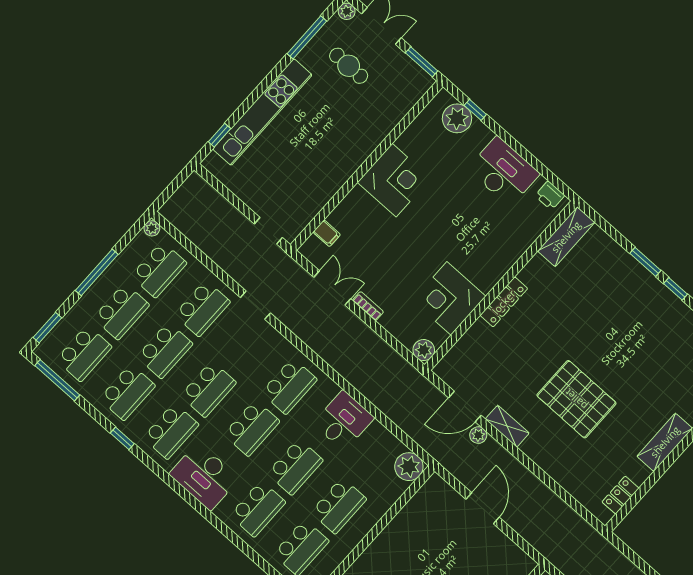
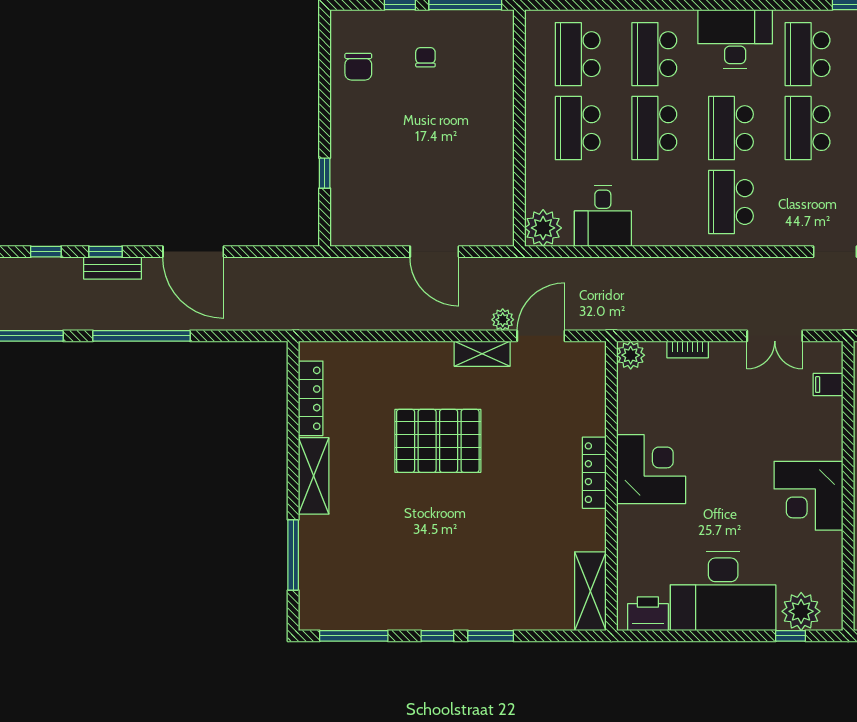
desk: (503, 171) -> (723, 591), width x1.36, depth x1.30
printer: (550, 196) -> (648, 614), width x1.36, depth x1.24
corner desk: (449, 298) -> (651, 469), moved
bookcase: (368, 306) -> (688, 349), moved
desk: (344, 421) -> (603, 216), moved
locker: (621, 495) -> (311, 398), width x1.53

